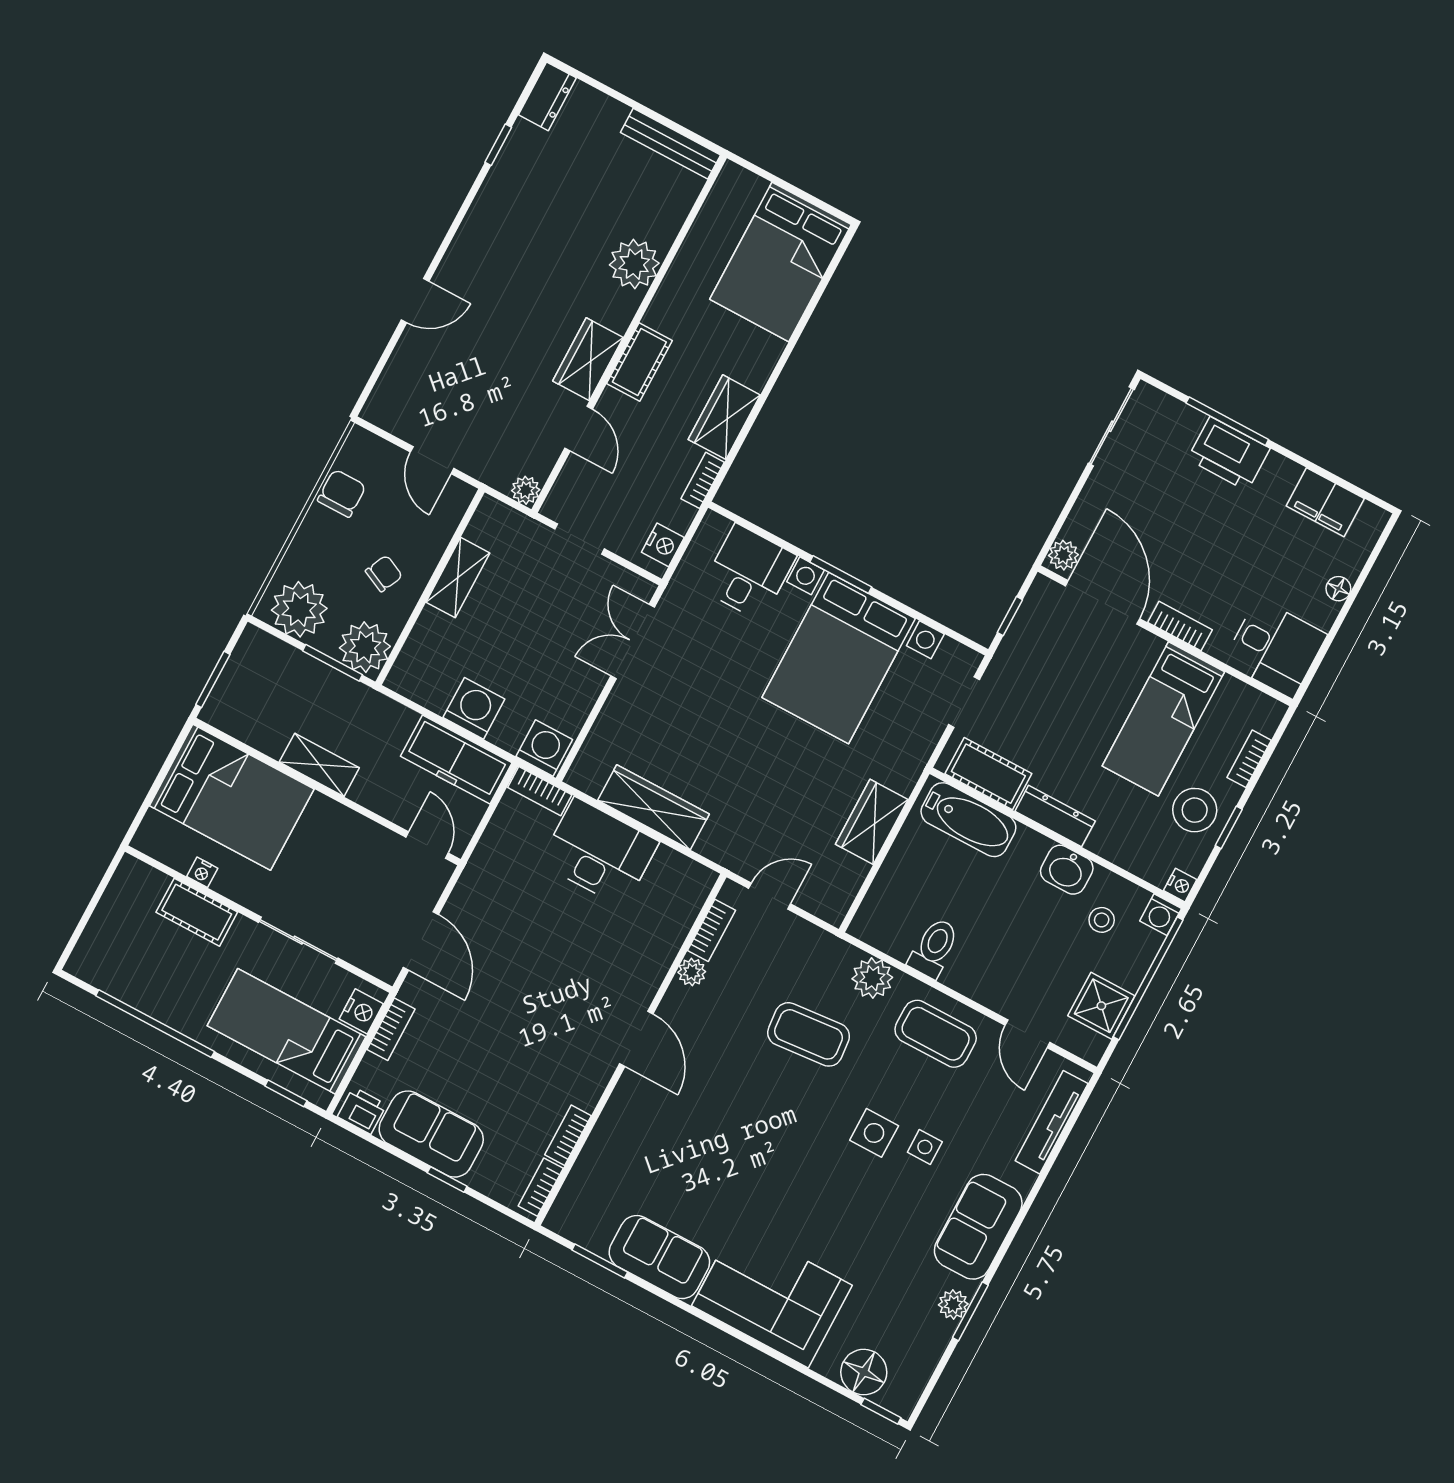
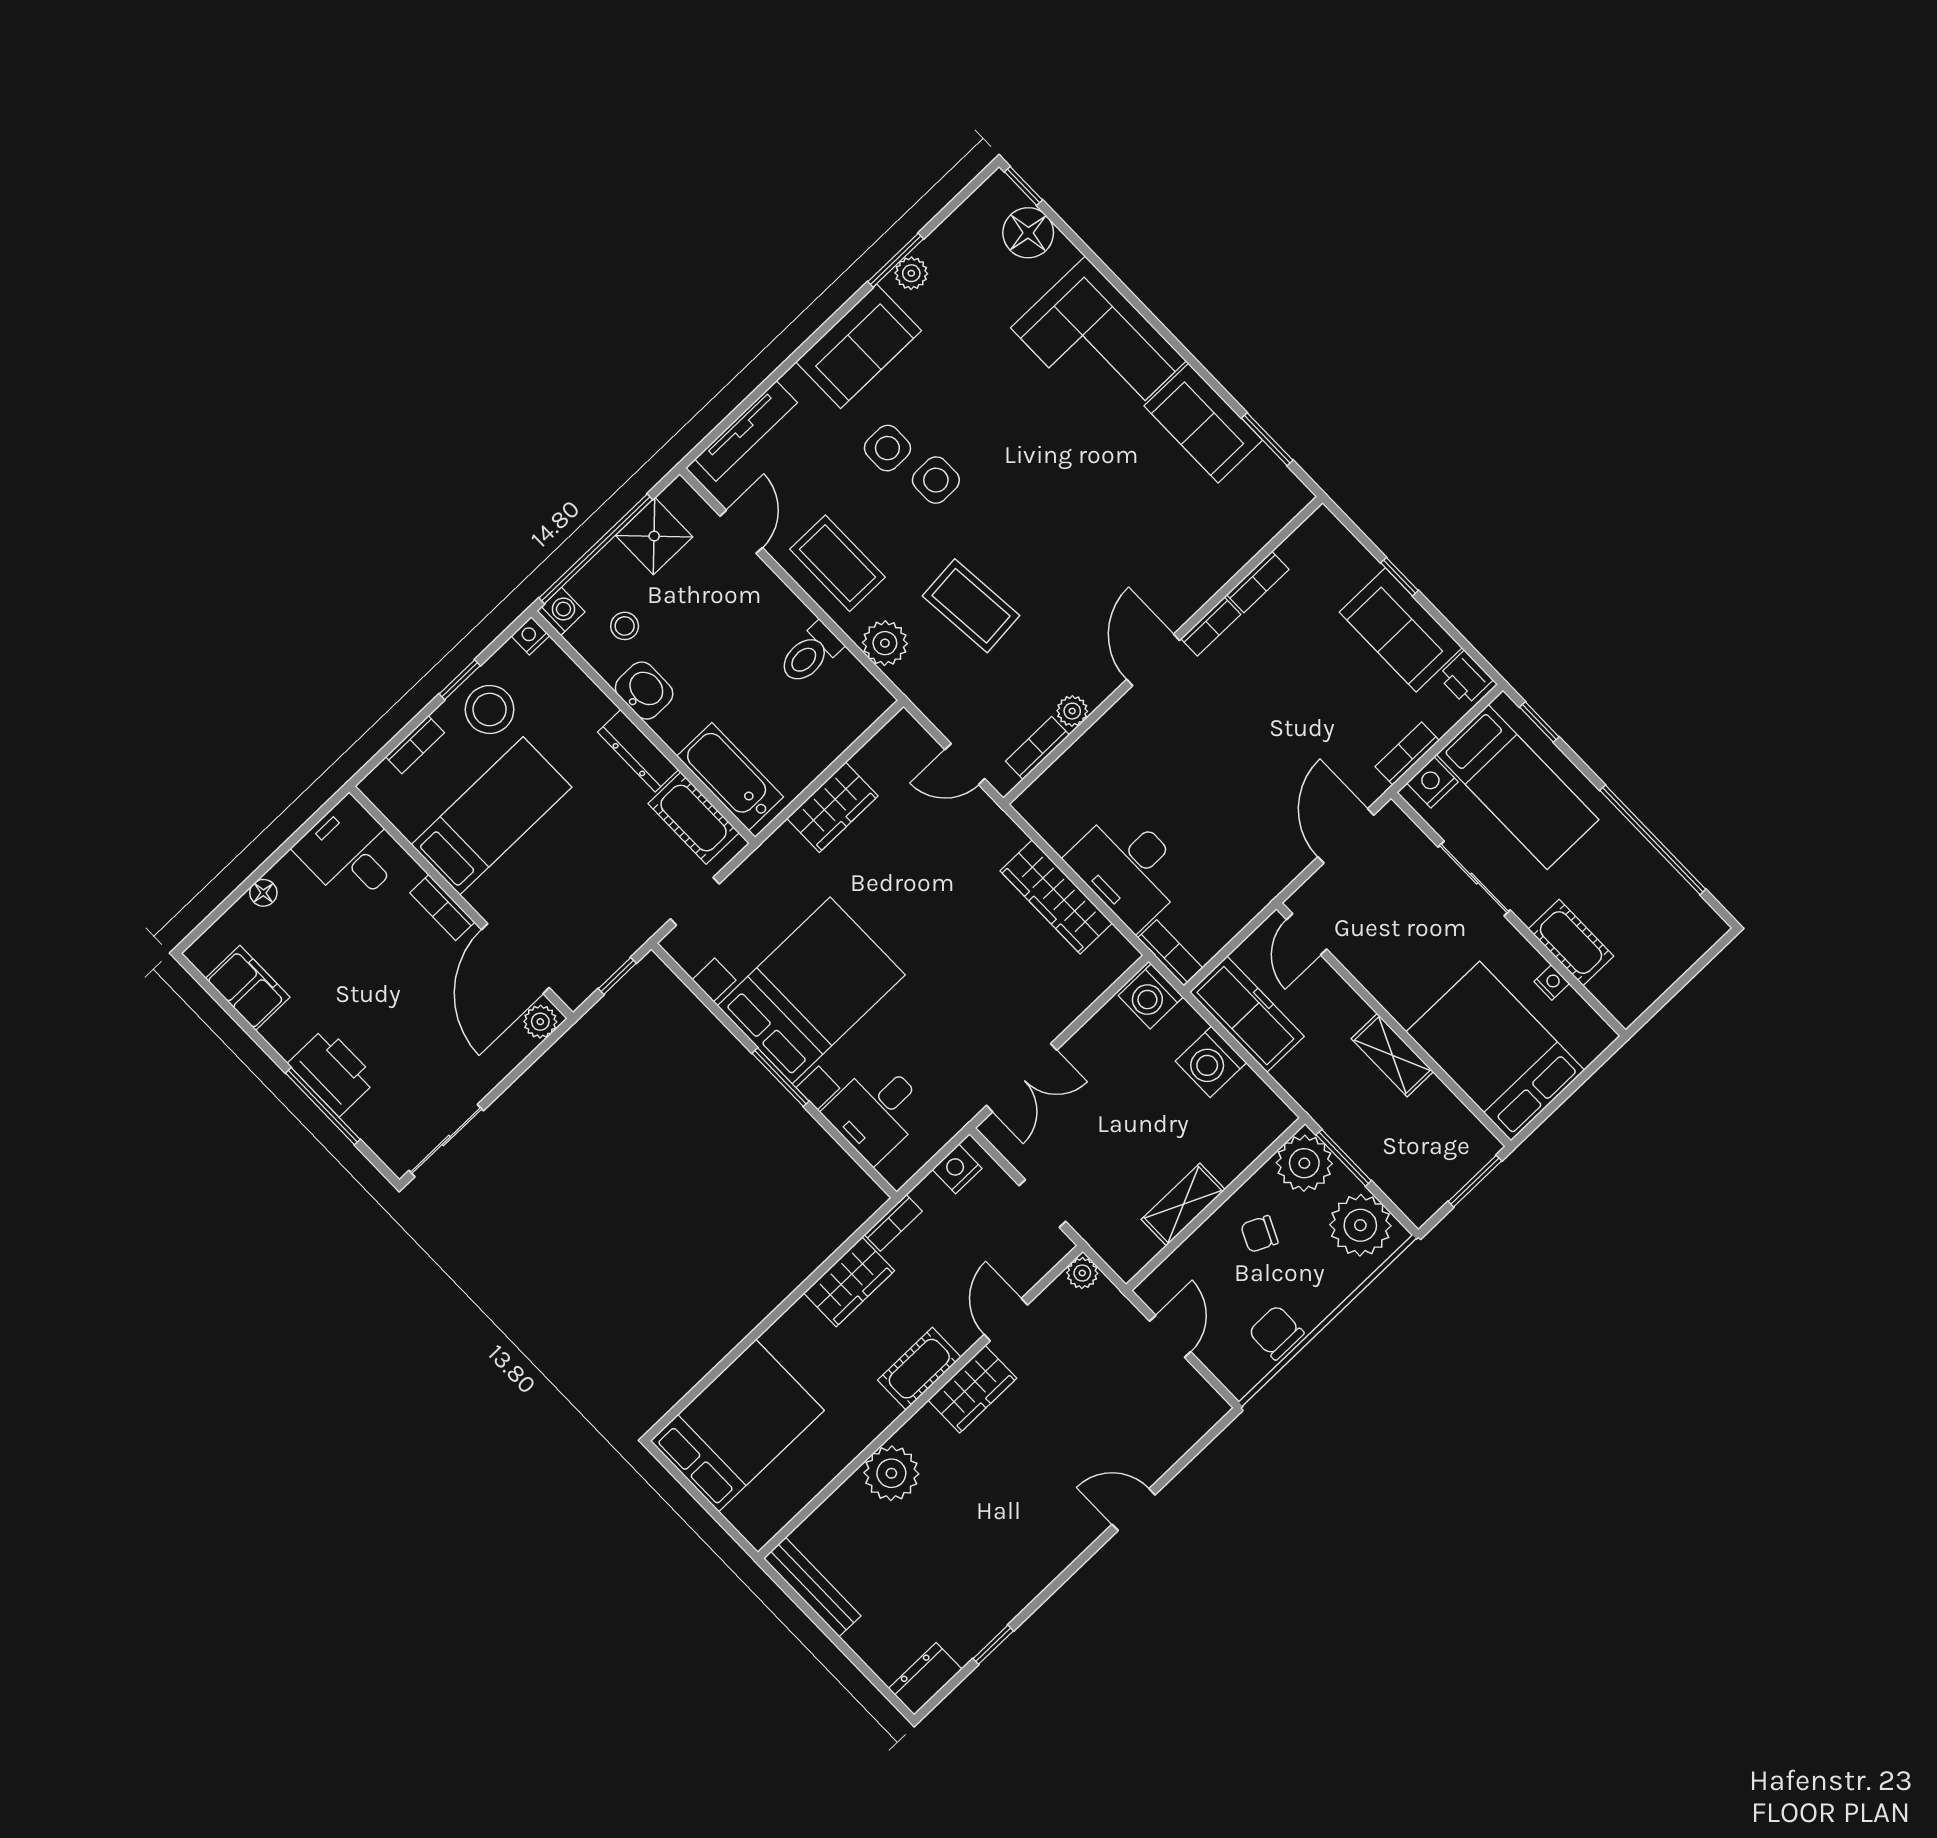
chair: (342, 493) -> (1276, 1333), turned 90
side table: (925, 1147) -> (887, 448), width x1.37, depth x1.37
bookcase: (541, 1187) -> (1211, 626), moved

